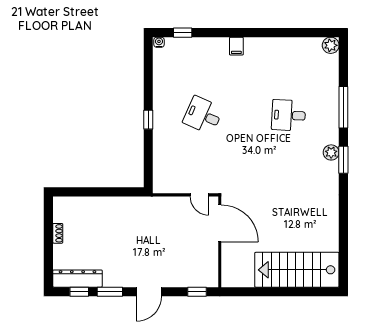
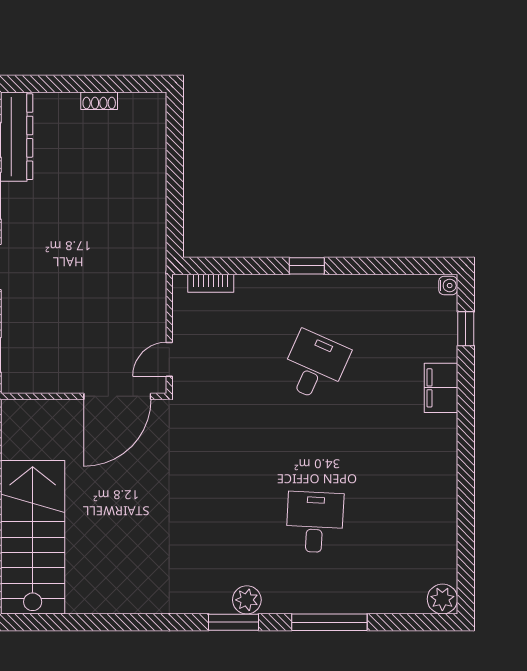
filing cabinet: (236, 46) -> (441, 388), moved, width x2.00
bookcase: (158, 172) -> (211, 283), added

